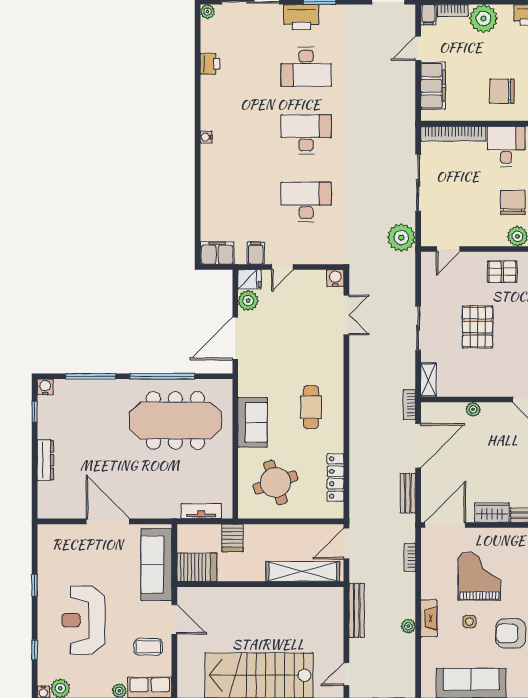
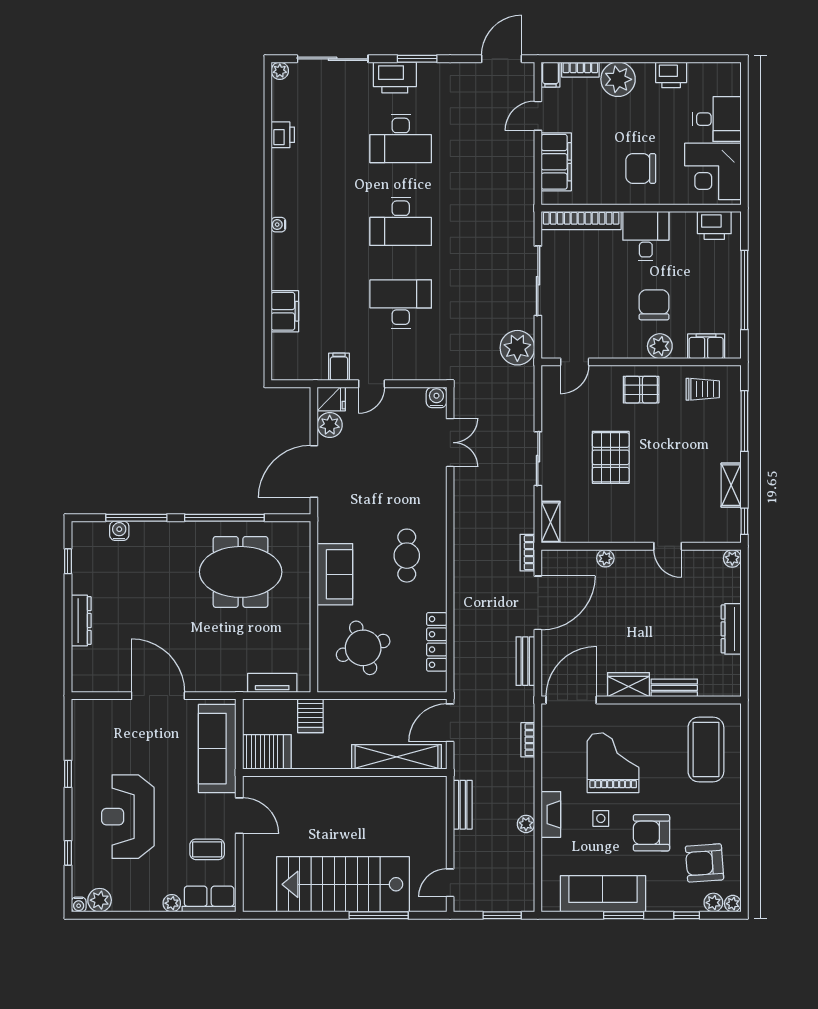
desk: (306, 134) -> (401, 221), turned 180
filing cabinet: (217, 253) -> (285, 311), moved, turned 90
water cooler: (45, 387) -> (119, 531), moved
meeting table: (175, 420) -> (241, 572), width x0.73
bench: (357, 610) -> (463, 805), width x0.73

